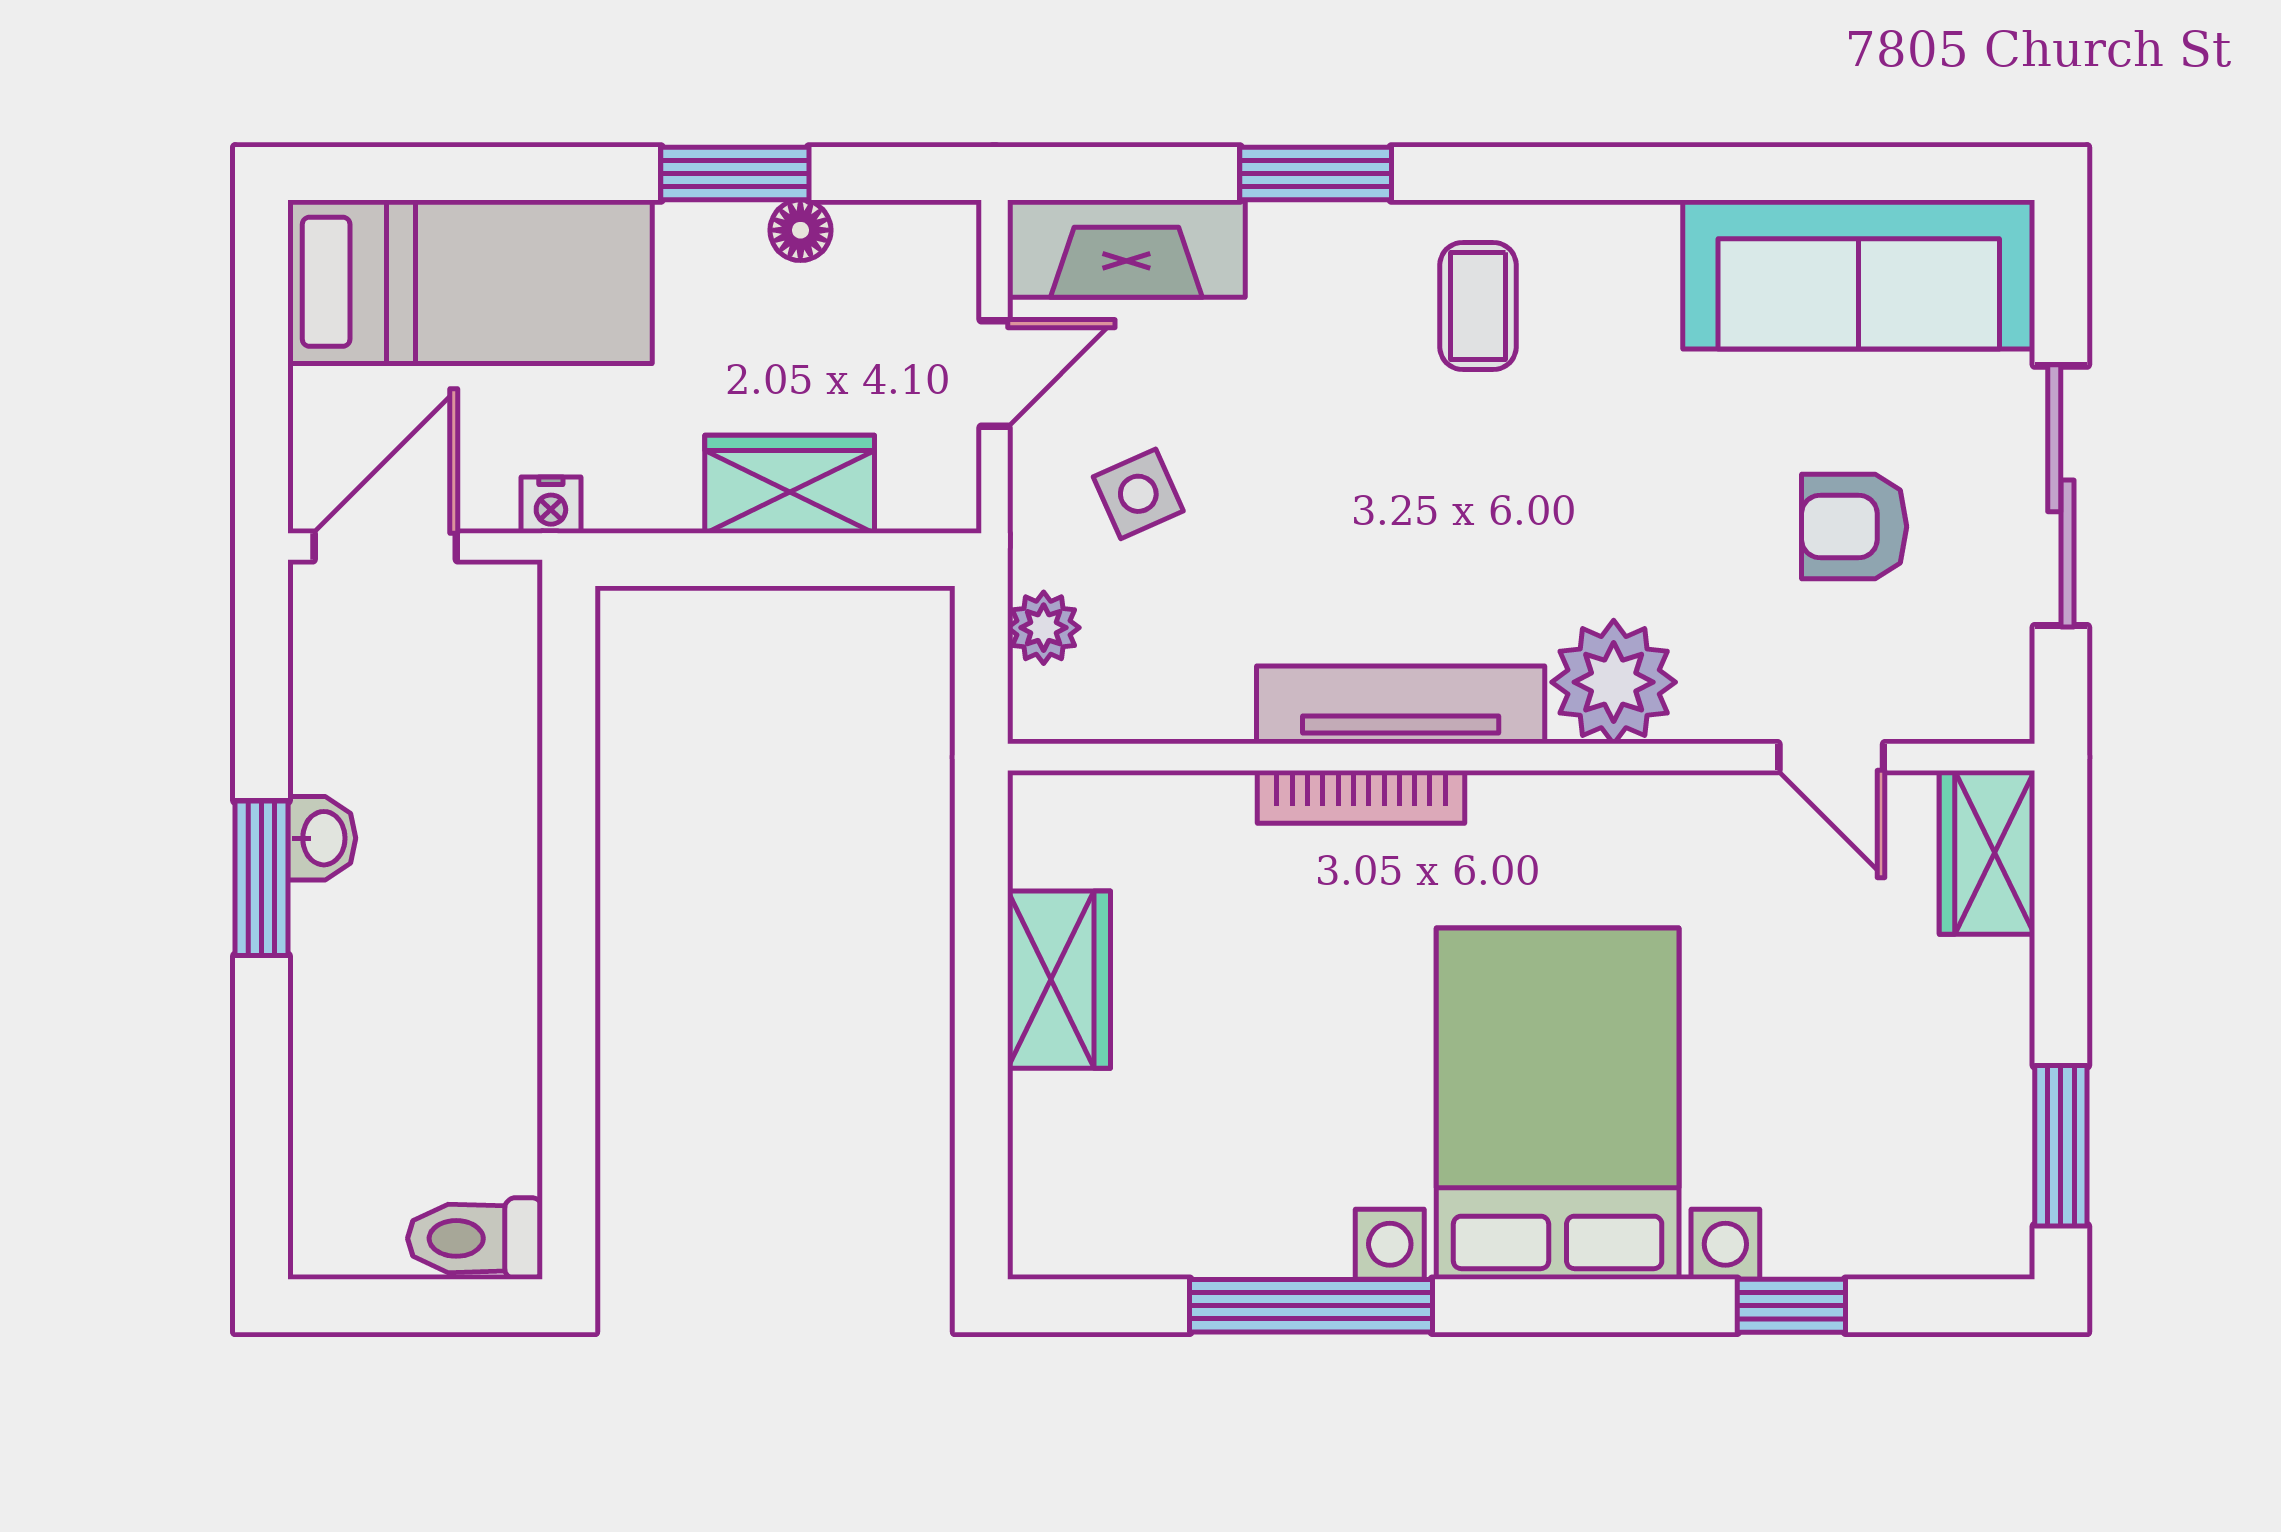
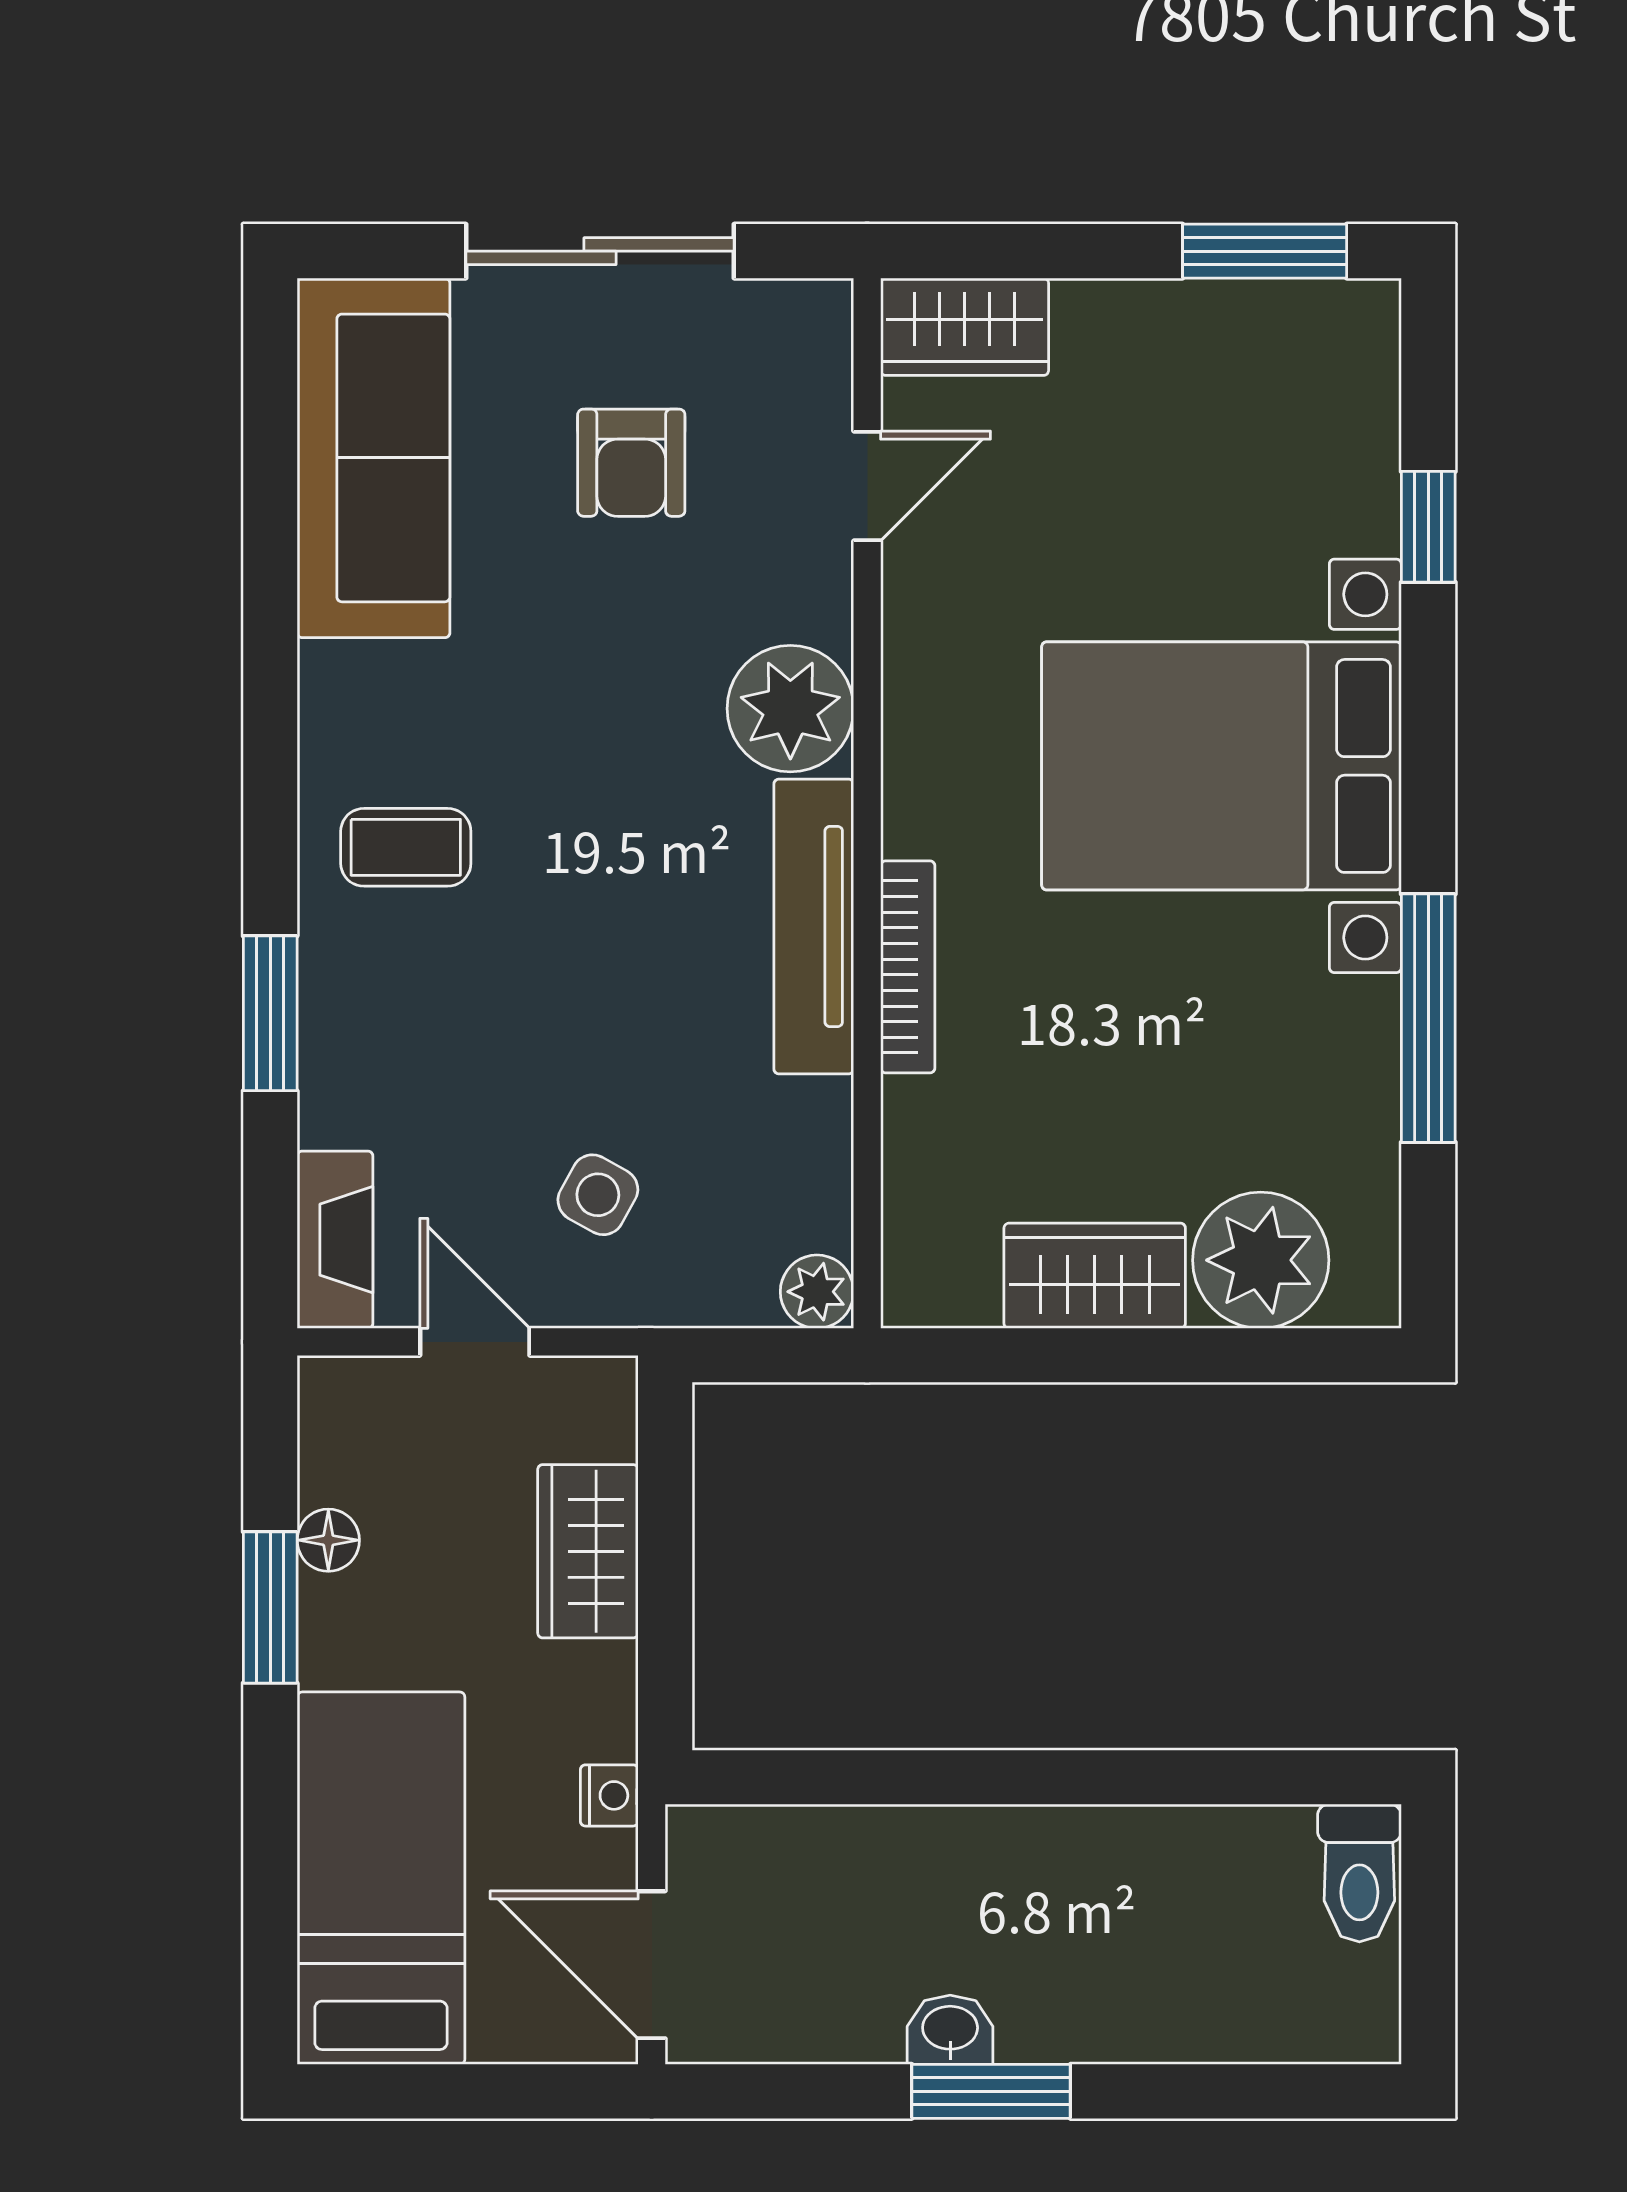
fireplace: (1126, 249) -> (335, 1240), width x0.73, depth x0.76
side table: (1138, 494) -> (598, 1195), turned -37
plant: (1044, 628) -> (817, 1292), moved
plant: (1074, 1142) -> (1261, 1260), added

